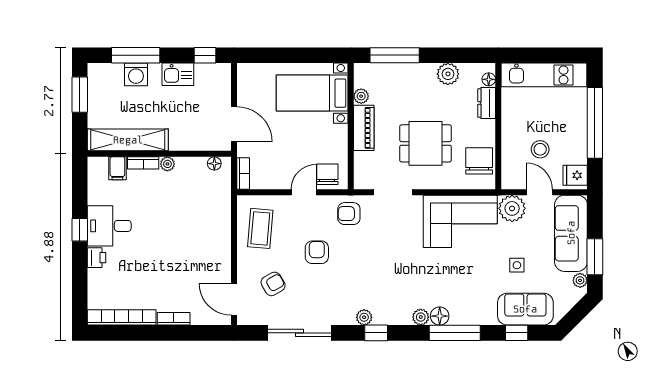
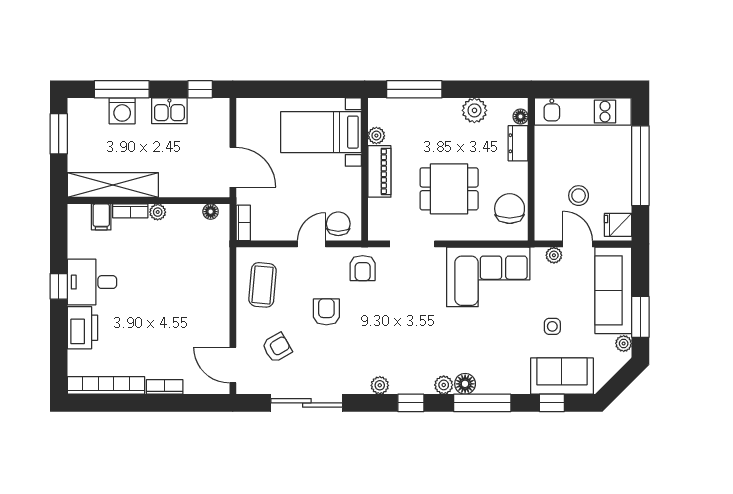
plant: (512, 208) -> (554, 255), width x0.53, depth x0.53
armchair: (349, 214) -> (363, 268), turned -90
printer: (97, 258) -> (82, 328), width x1.87, depth x1.48
window: (376, 333) -> (411, 403), moved

